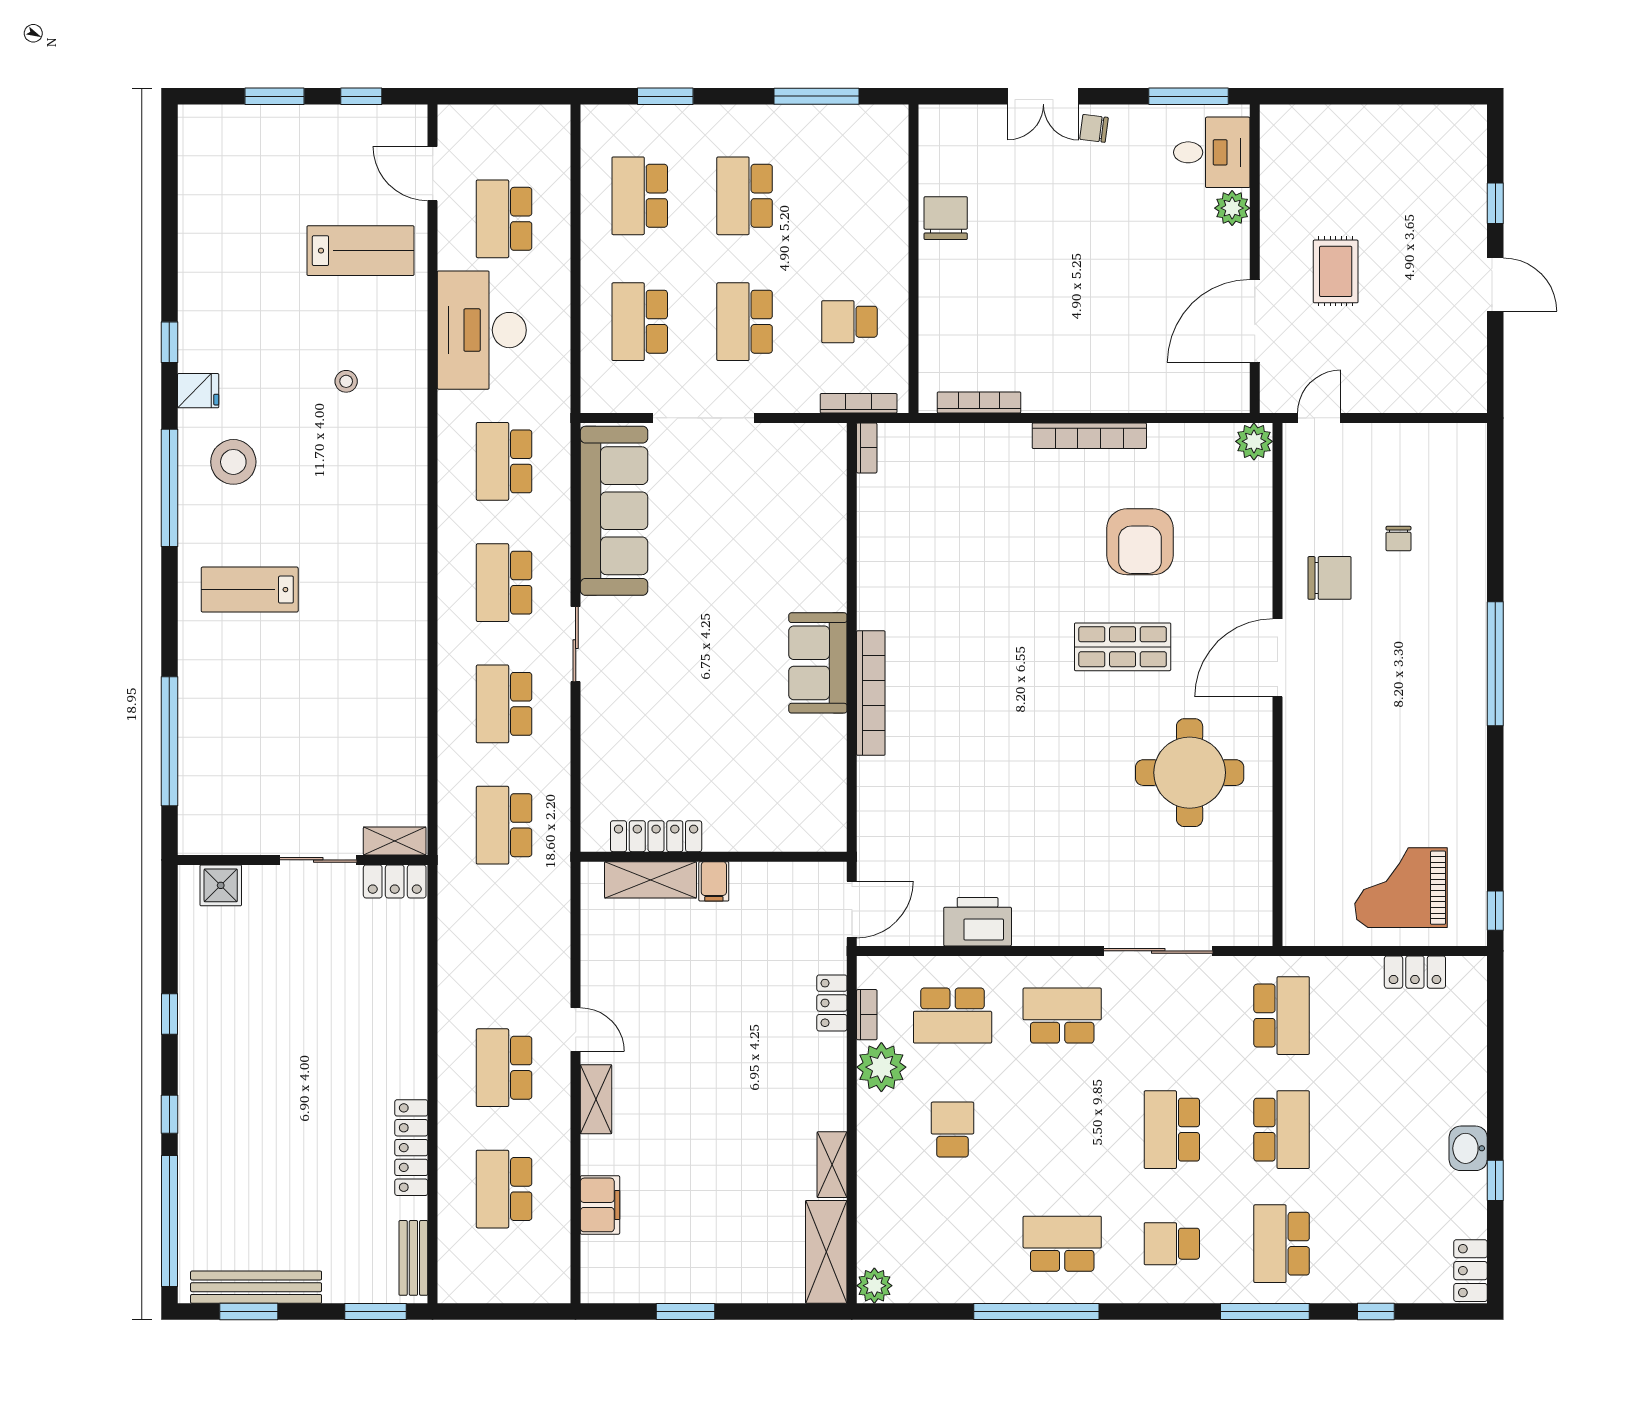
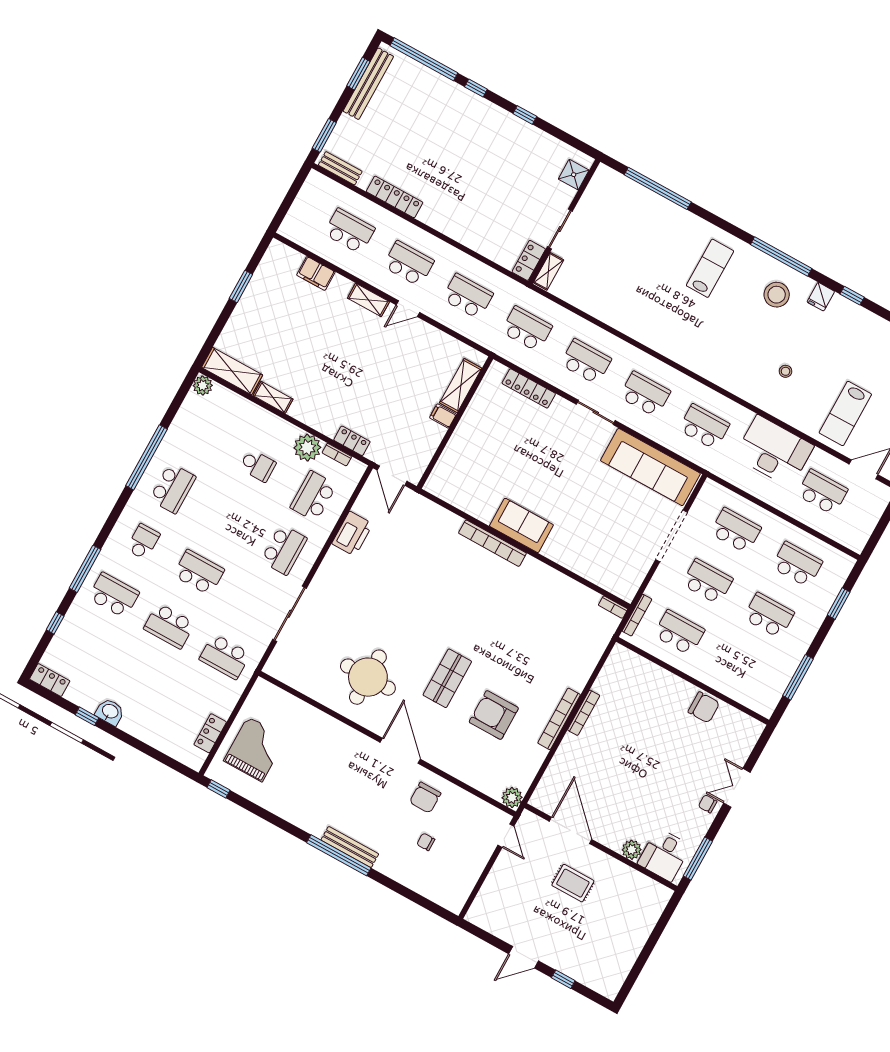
chair: (1094, 128) -> (708, 804), turned -97
school desk: (849, 322) -> (679, 633), width x1.85
bookcase: (979, 402) -> (584, 713), moved
bench: (1473, 654) -> (350, 847), added
locker: (656, 836) -> (529, 388), moved, turned 90
school desk: (504, 946) -> (468, 296), added

